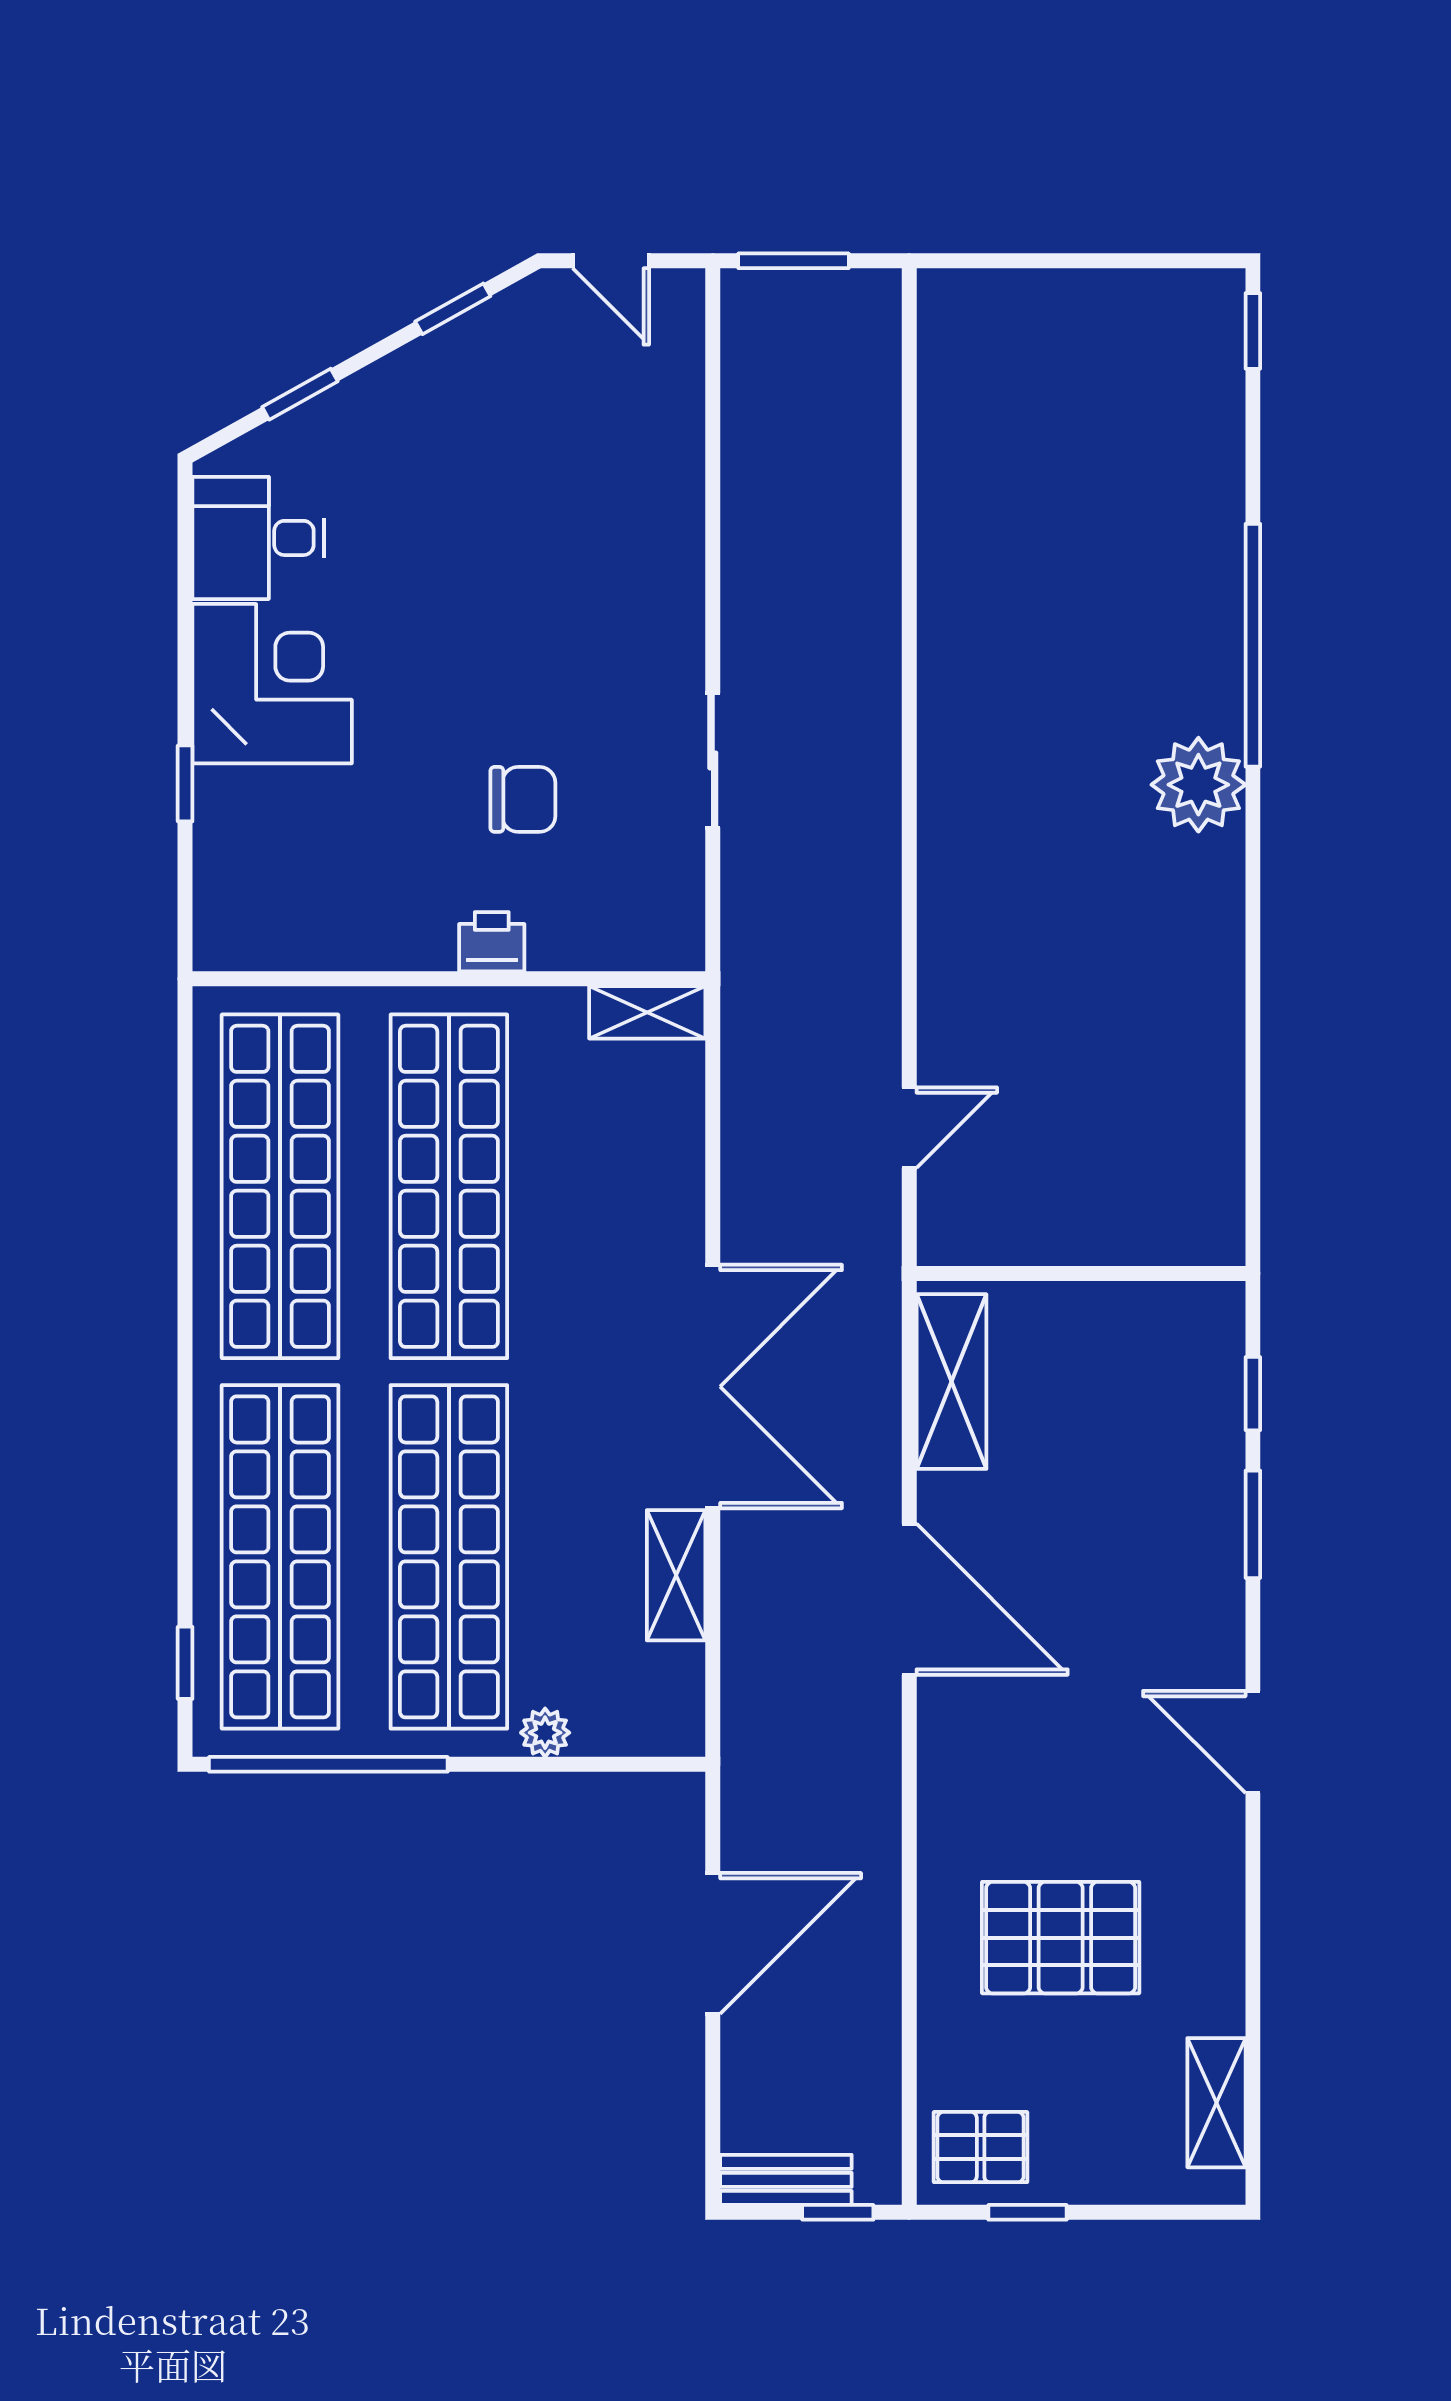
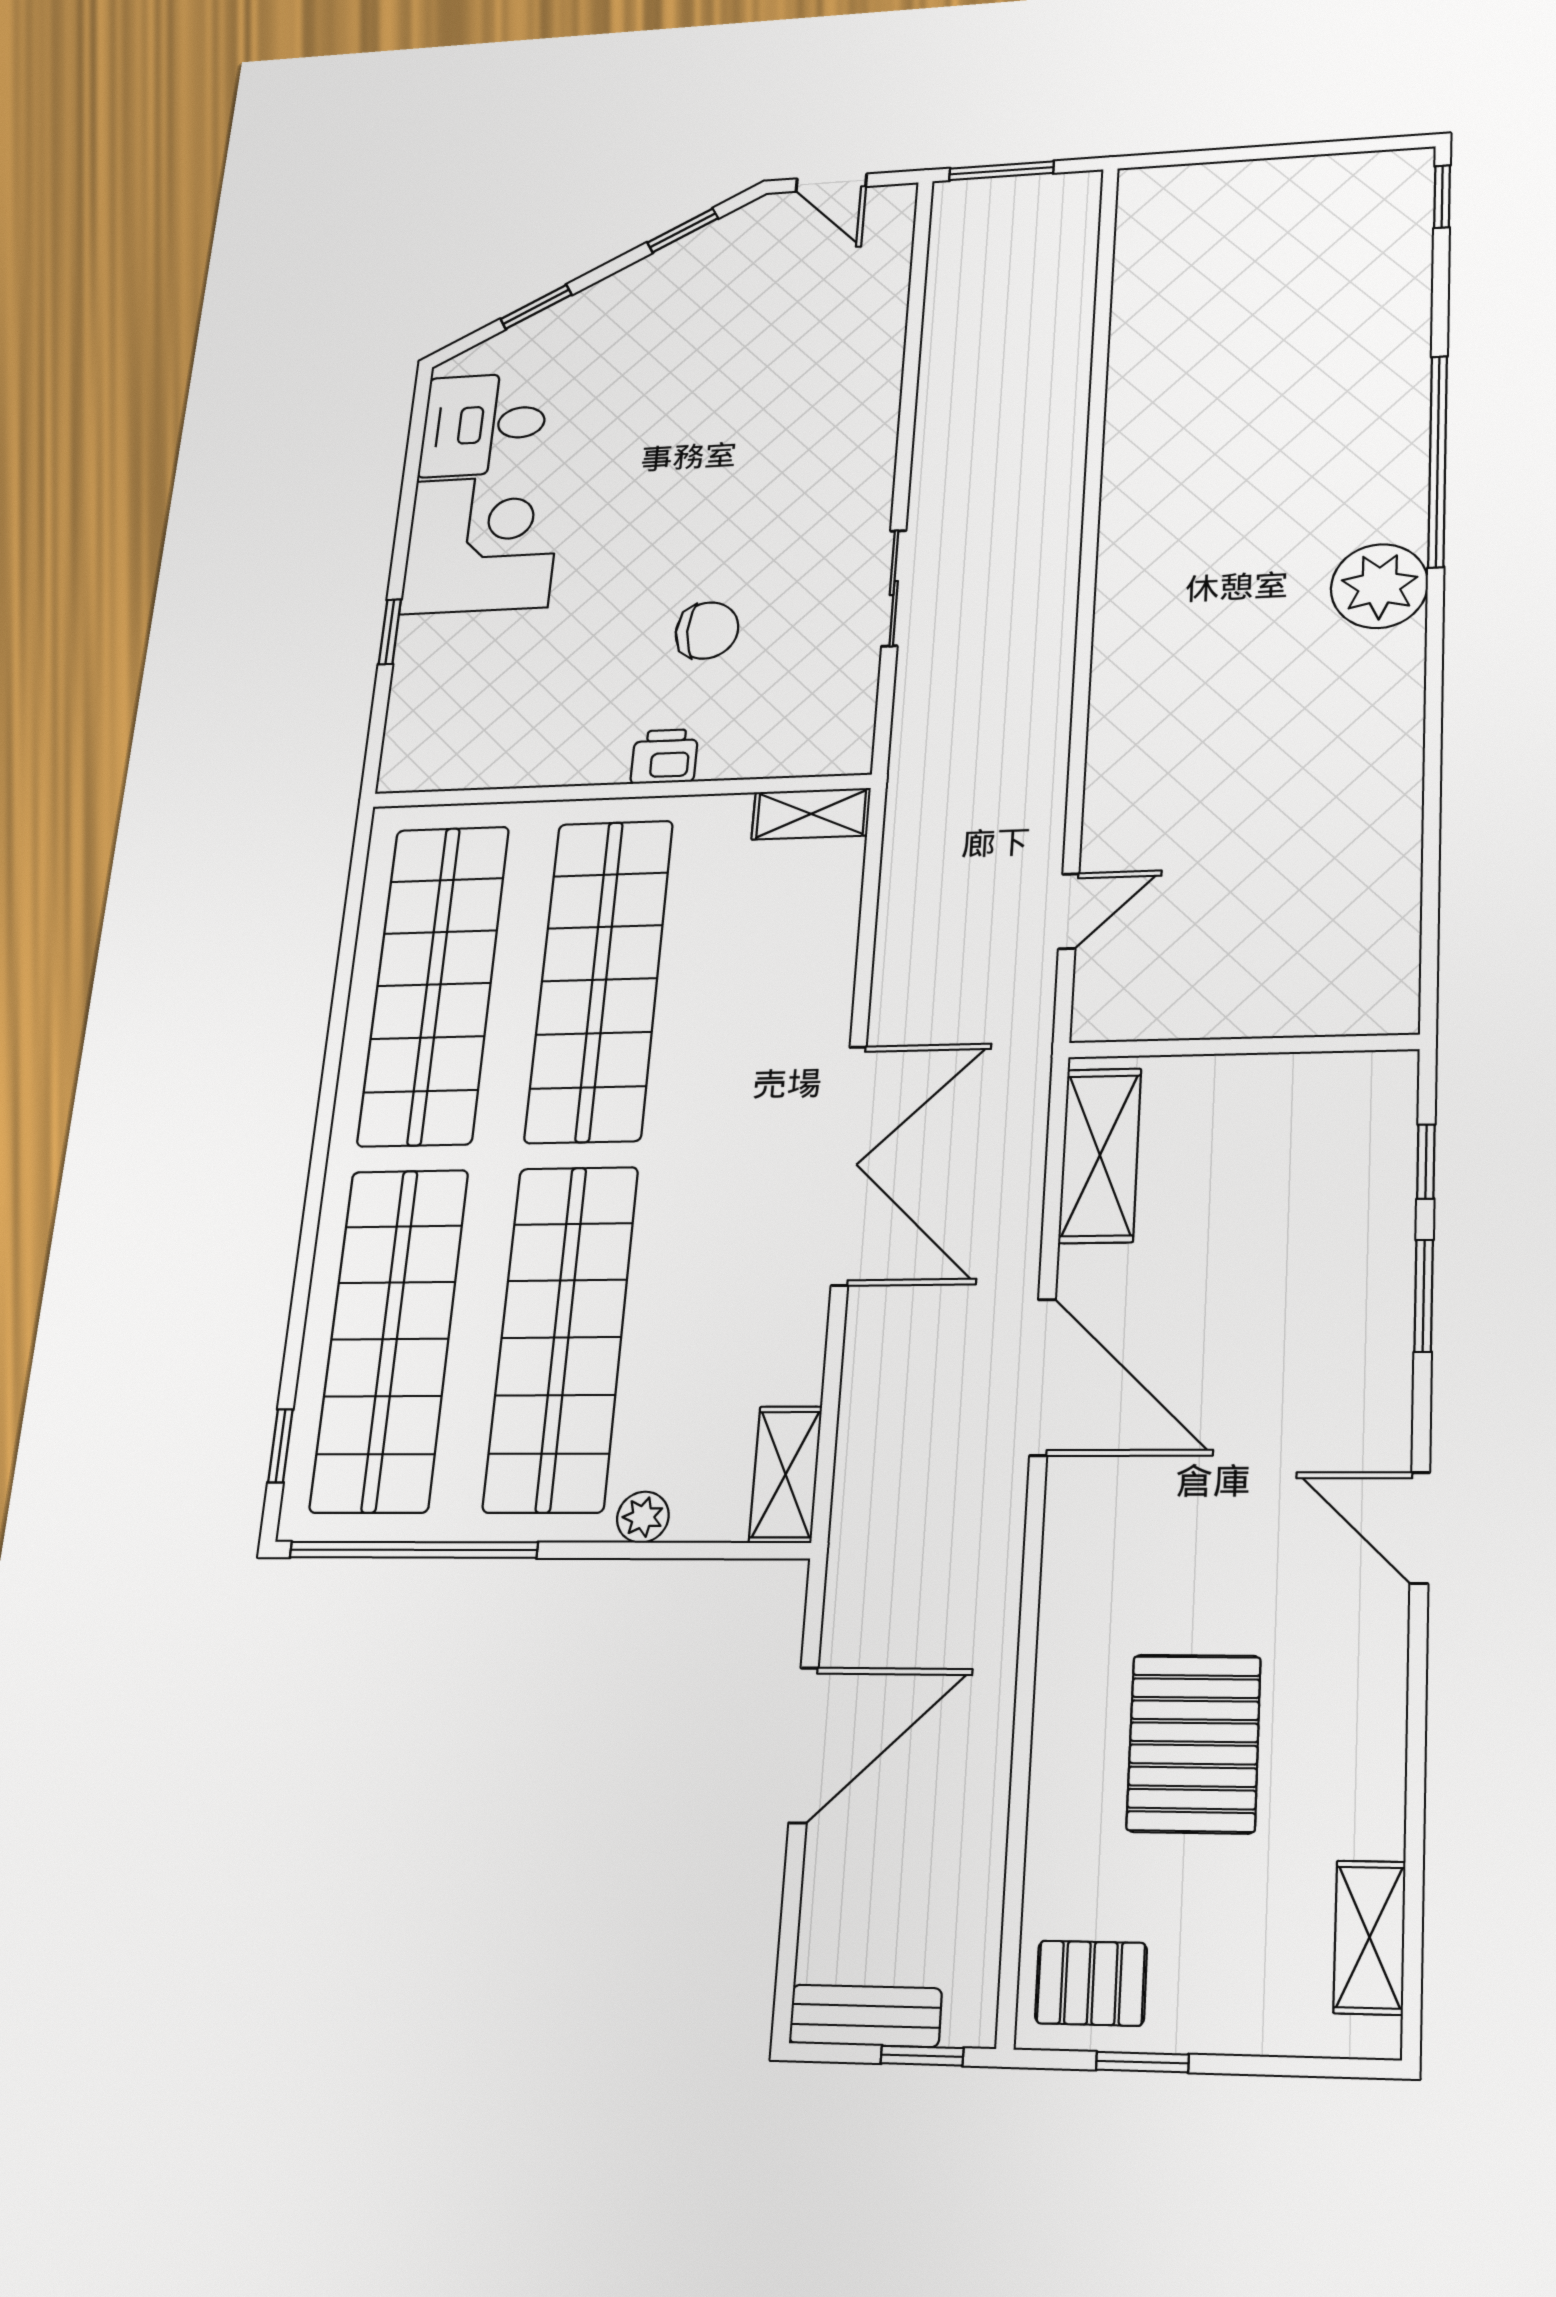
shelving: (676, 1575) -> (786, 1474), moved
pallet: (1061, 1938) -> (1194, 1743), turned 90

